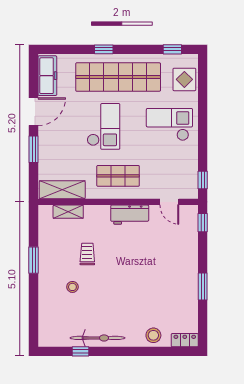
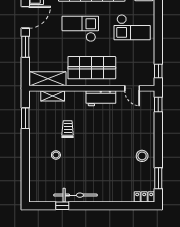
checkout: (169, 124) -> (132, 27), turned 180
checkout: (103, 126) -> (80, 29), turned -90
shop shelf: (118, 176) -> (92, 68), width x1.43, depth x1.36
window: (34, 260) -> (25, 118), moved
window: (203, 287) -> (158, 178), moved
stool: (153, 335) -> (142, 156), moved

